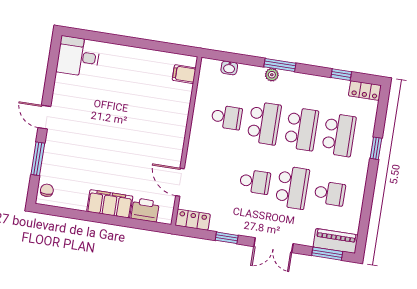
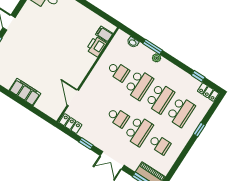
window: (280, 65) -> (153, 47), moved
printer: (145, 210) -> (96, 46), moved, turned -90

